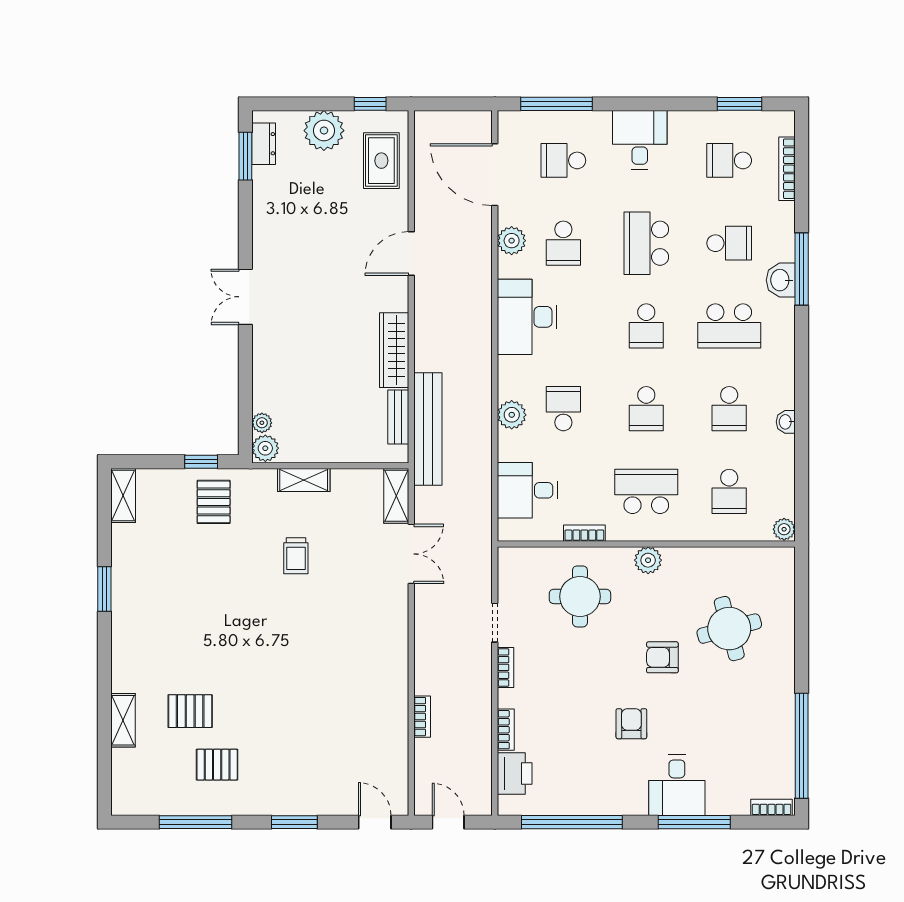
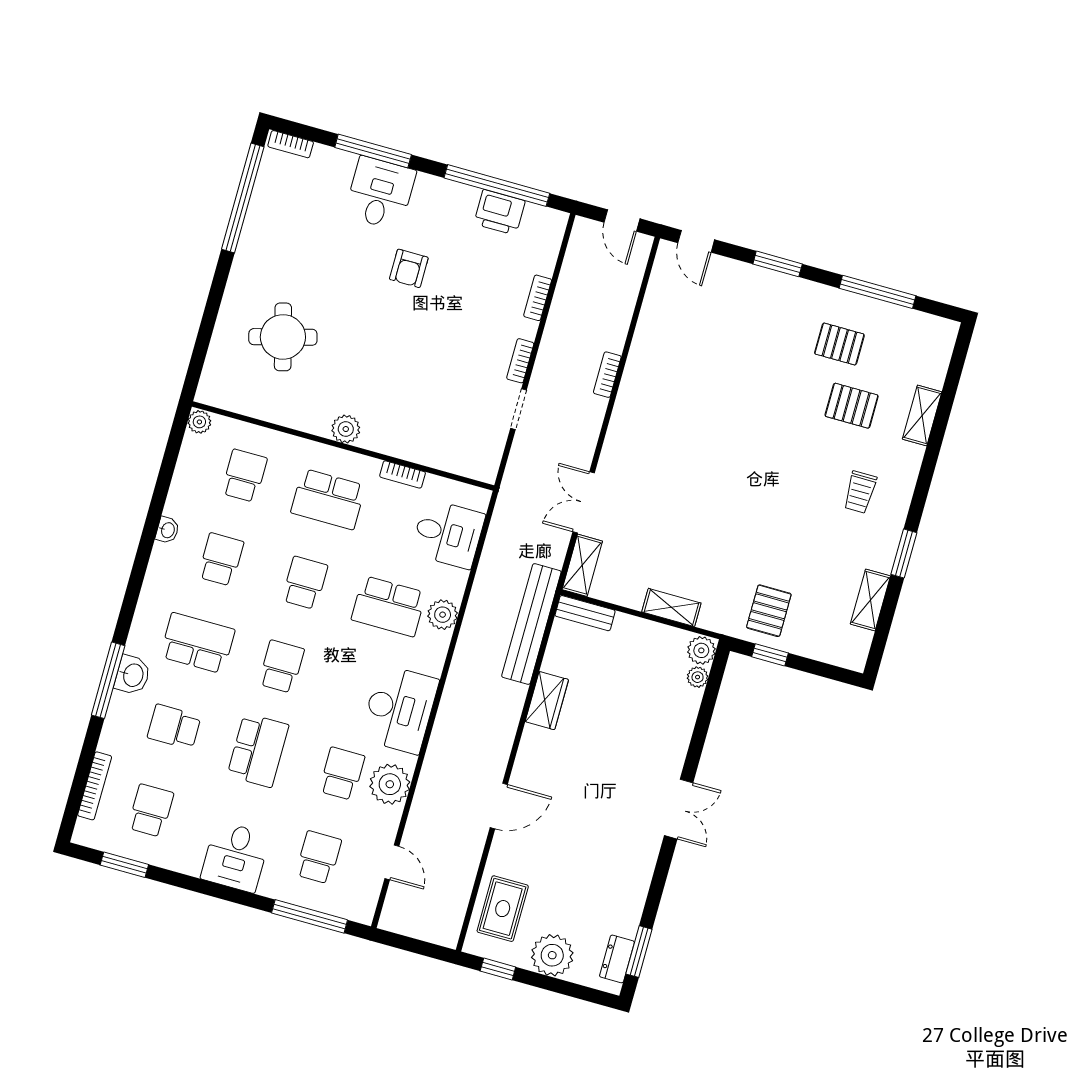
school desk: (563, 160) -> (319, 857), turned -90
school desk: (729, 160) -> (151, 811), turned -90
door: (495, 175) -> (392, 862), width x0.53
plant: (512, 241) -> (390, 784), width x1.36, depth x1.36
wardrobe: (394, 350) -> (547, 701), width x0.67
school desk: (563, 409) -> (389, 606), width x1.85
bench: (398, 417) -> (585, 613), moved, turned 90
shelving: (123, 496) -> (870, 600), moved
trolley: (296, 556) -> (860, 492), moved, turned 180
round table: (580, 596) -> (425, 412), removed
armchair: (662, 657) -> (359, 327), removed
bookcase: (422, 717) -> (607, 375), moved
printer: (515, 773) -> (499, 212), moved, turned -90

